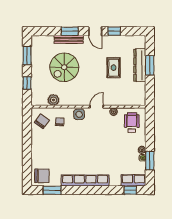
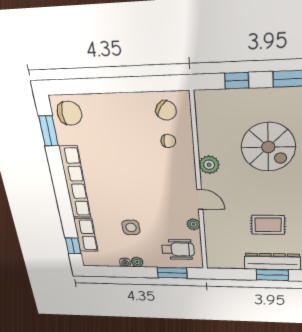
spiral stairs: (64, 67) -> (268, 147), turned 180
plant: (53, 100) -> (209, 165), moved
side table: (79, 114) -> (131, 227), moved
window: (150, 160) -> (172, 273), moved
chair: (42, 176) -> (69, 113), turned -90
row of seats: (133, 180) -> (86, 235), moved

